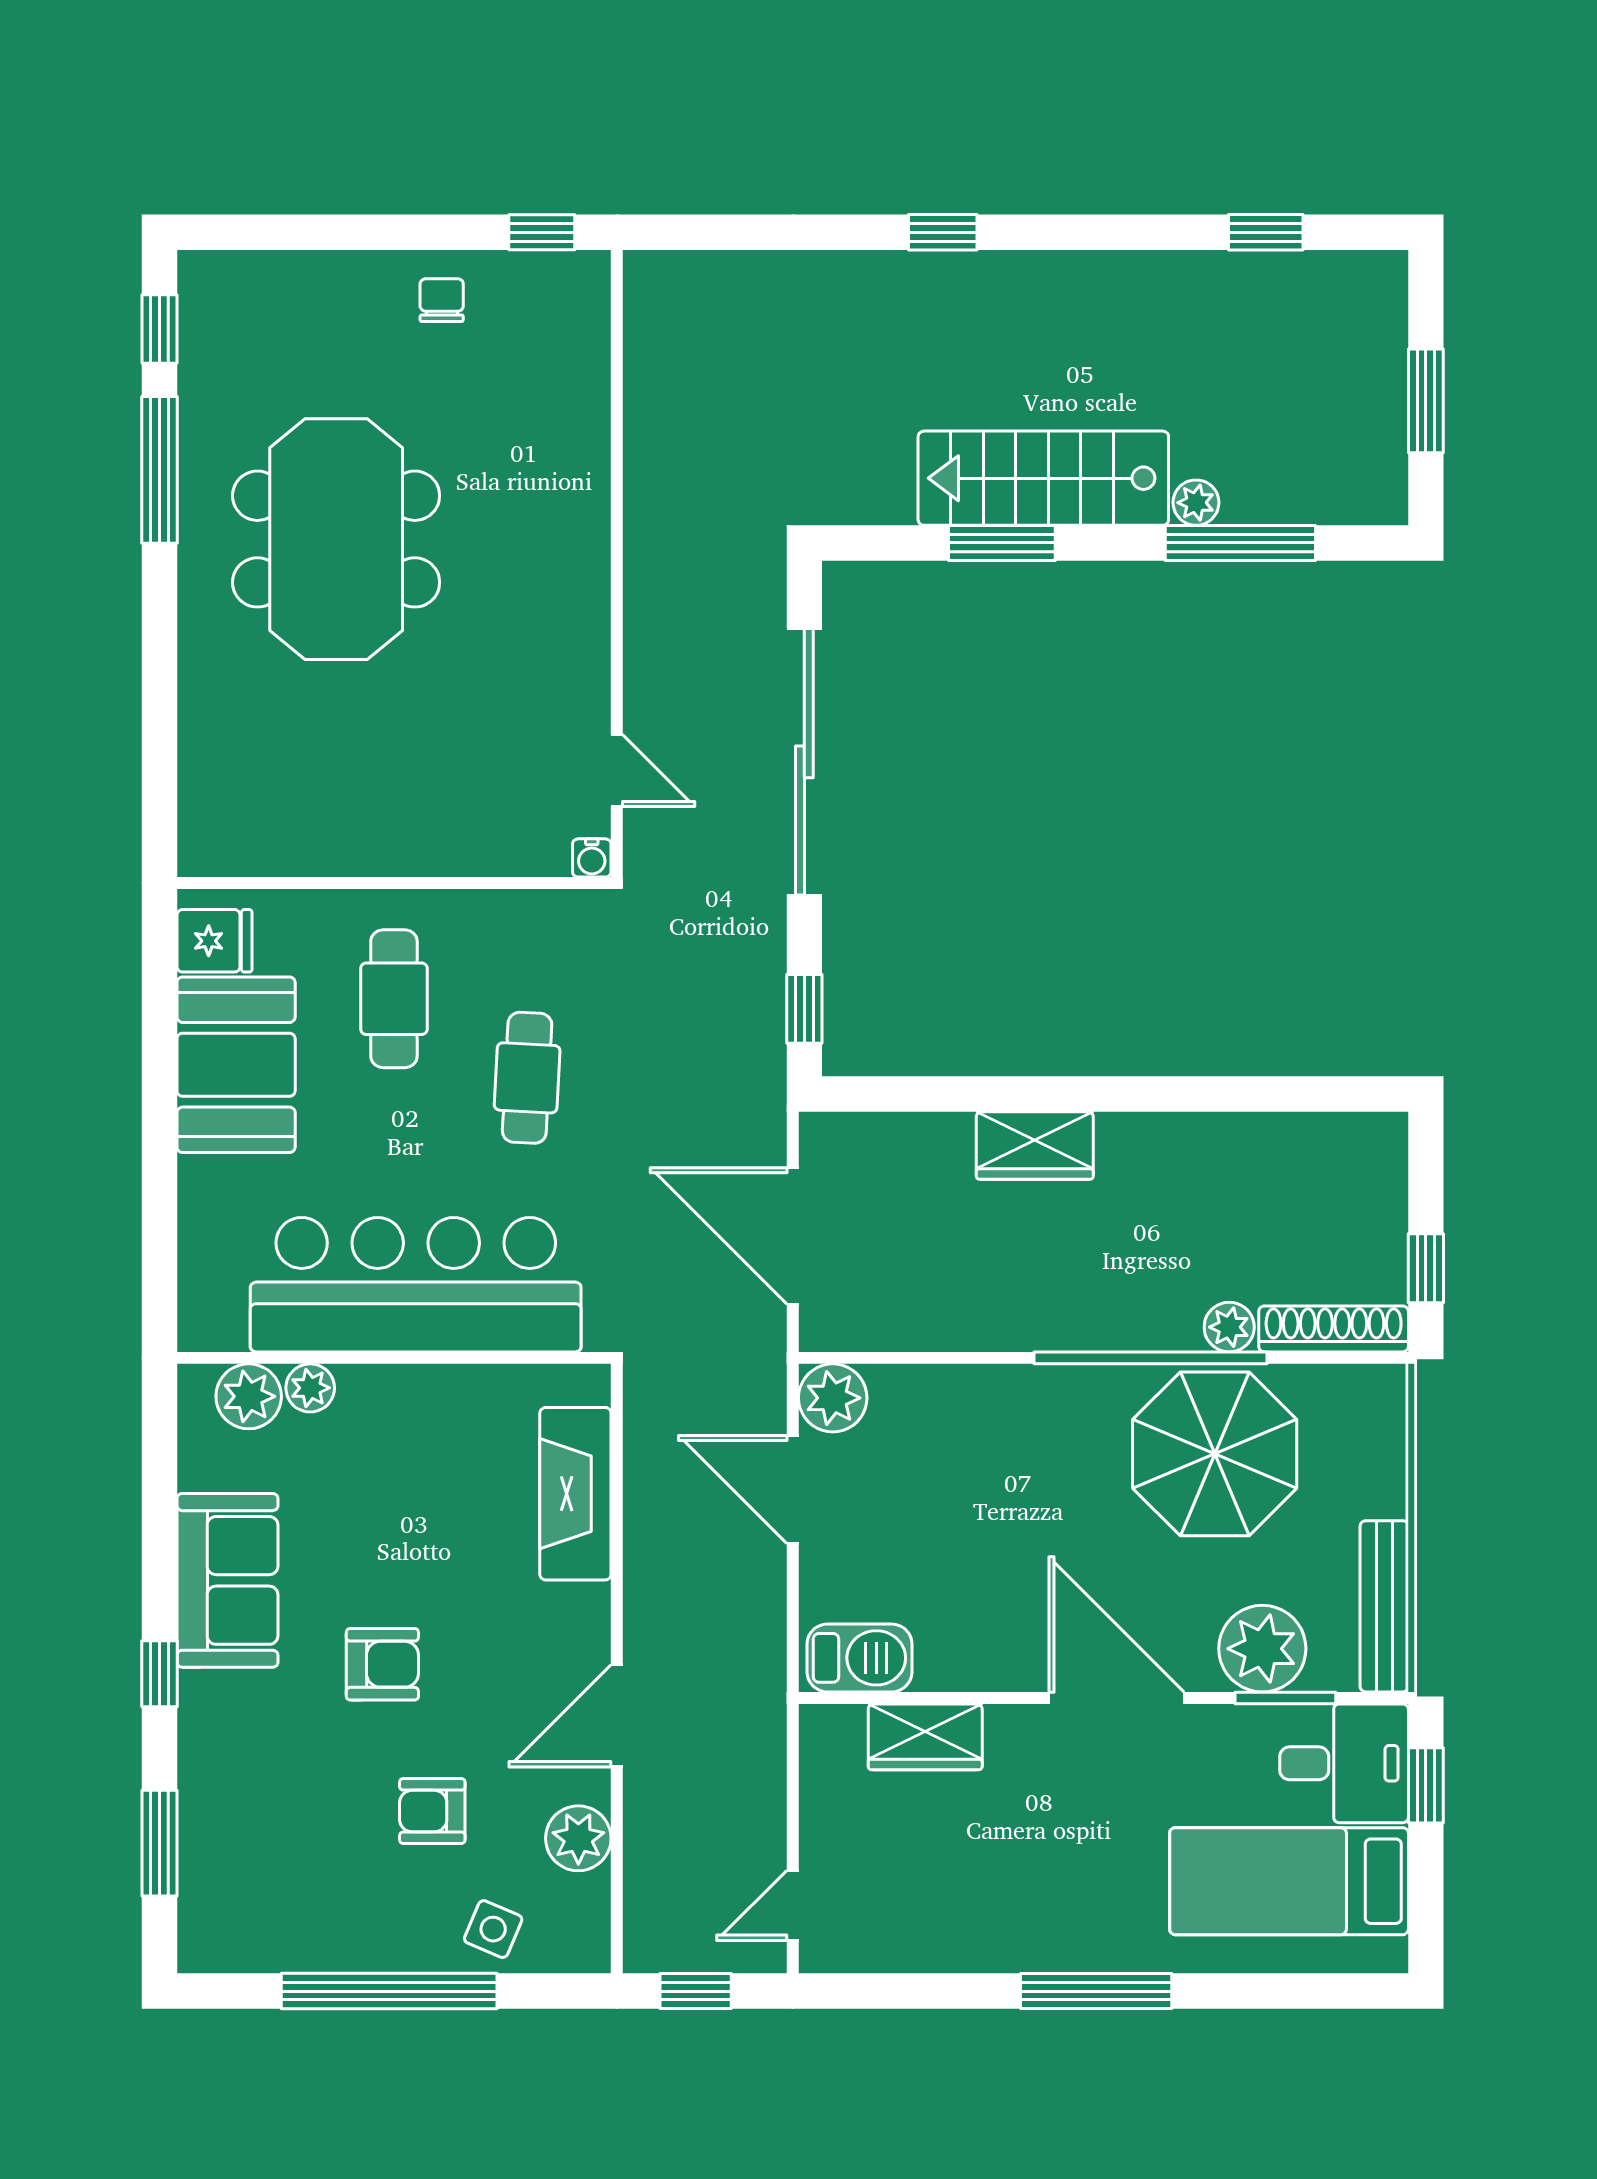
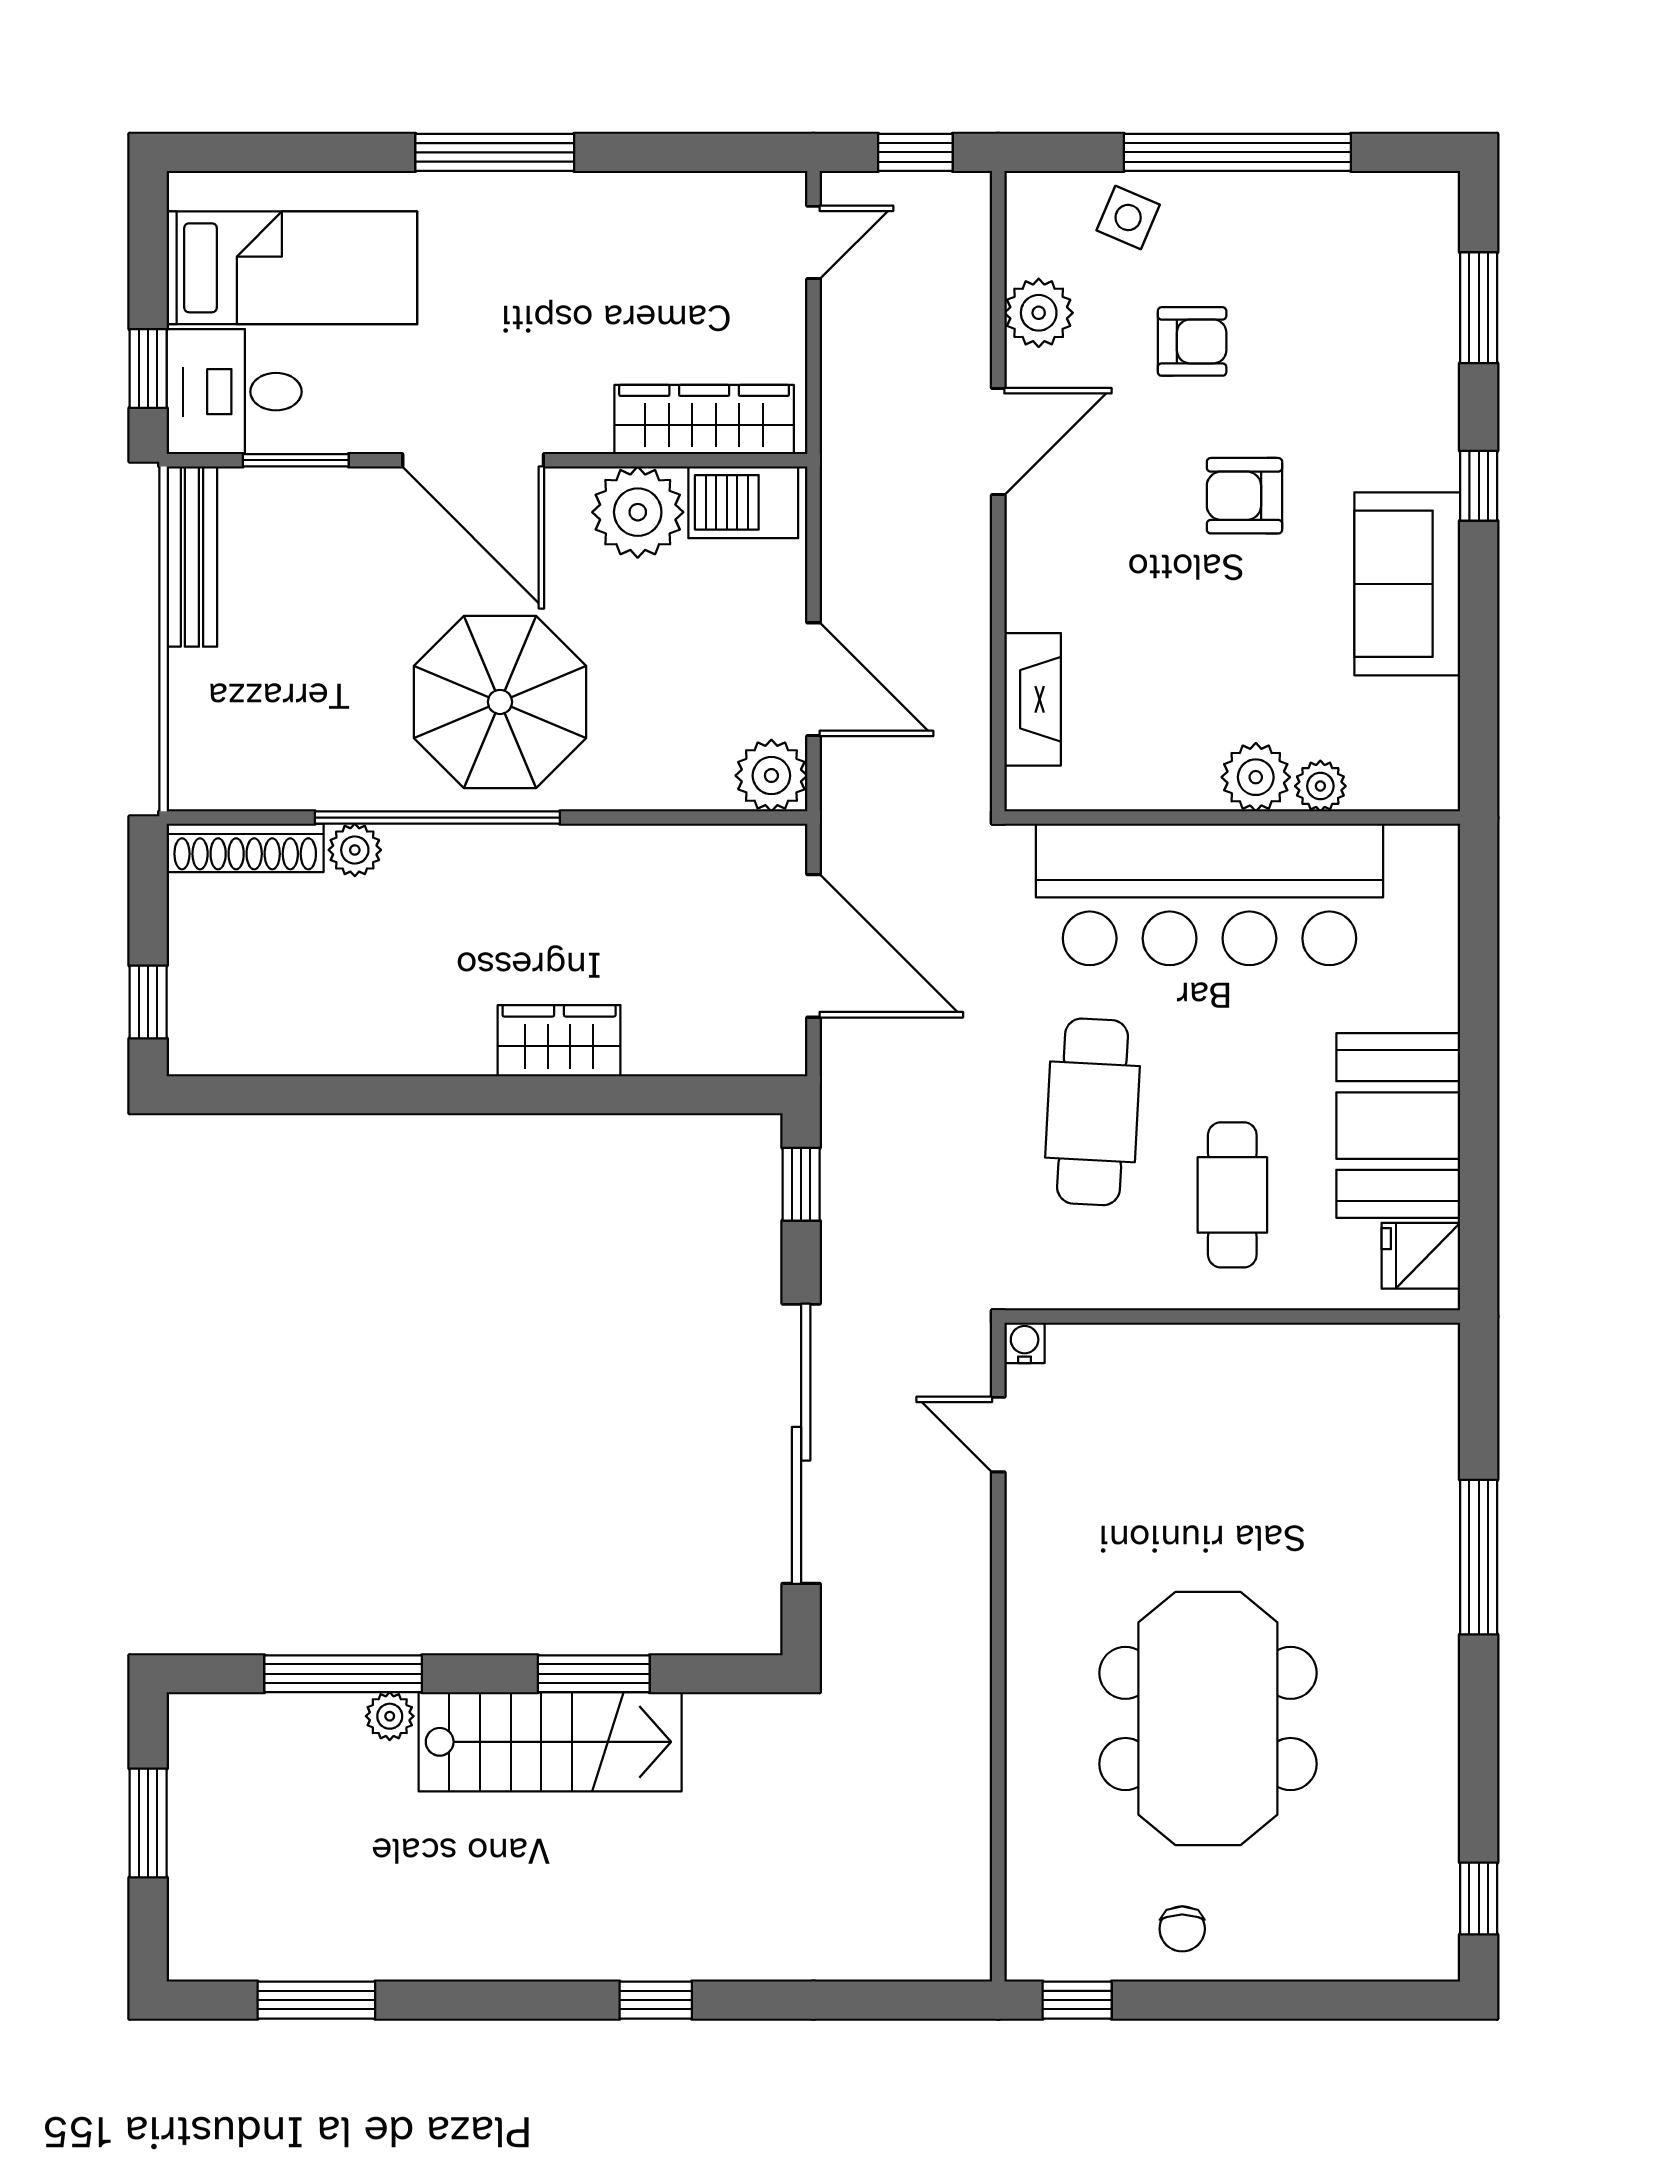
window: (1266, 232) -> (316, 2000), width x1.50
window: (160, 470) -> (1479, 1557), moved
meeting table: (336, 539) -> (1208, 1718), moved
cafe table: (527, 1078) -> (1092, 1112), width x1.37, depth x1.35
window: (1426, 1268) -> (148, 1002), moved
plant: (249, 1396) -> (1256, 777), moved
parasol: (1215, 1454) -> (500, 702), moved
fireplace: (575, 1494) -> (1033, 699), width x0.73, depth x0.76
plant: (1262, 1649) -> (638, 512), moved
wardrobe: (925, 1737) -> (704, 420), width x1.50

